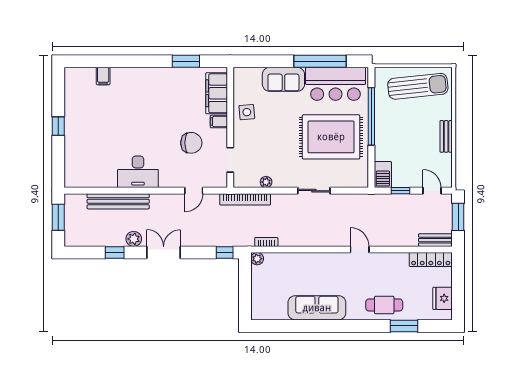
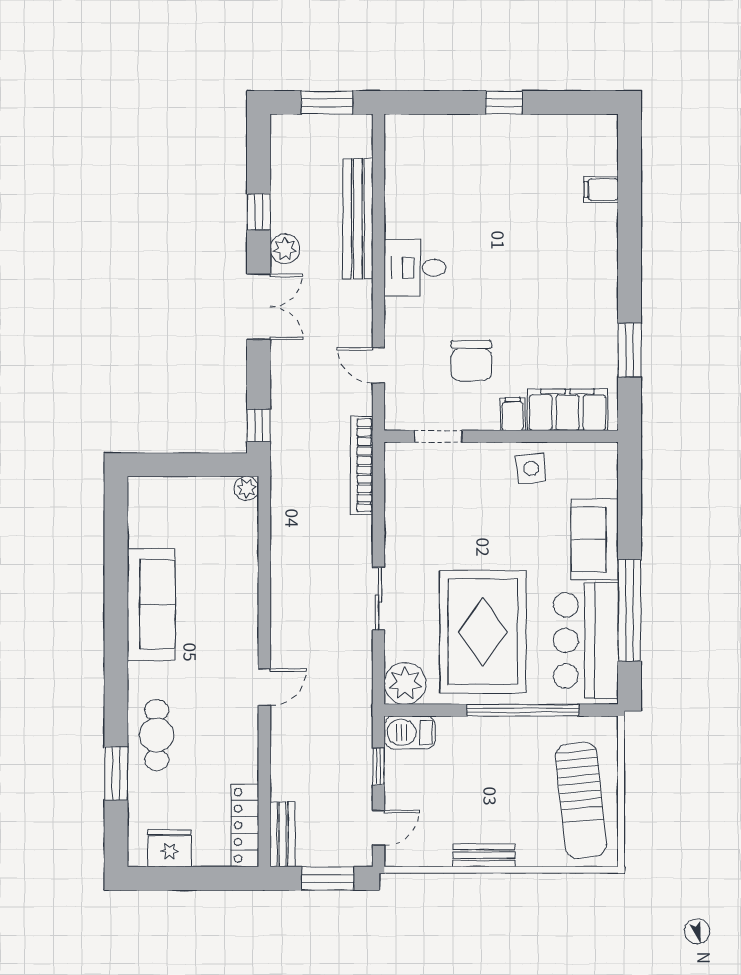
desk: (138, 172) -> (415, 268), width x0.73
plant: (266, 182) -> (405, 683), moved, width x1.87, depth x1.87
bookcase: (266, 242) -> (279, 506), removed

